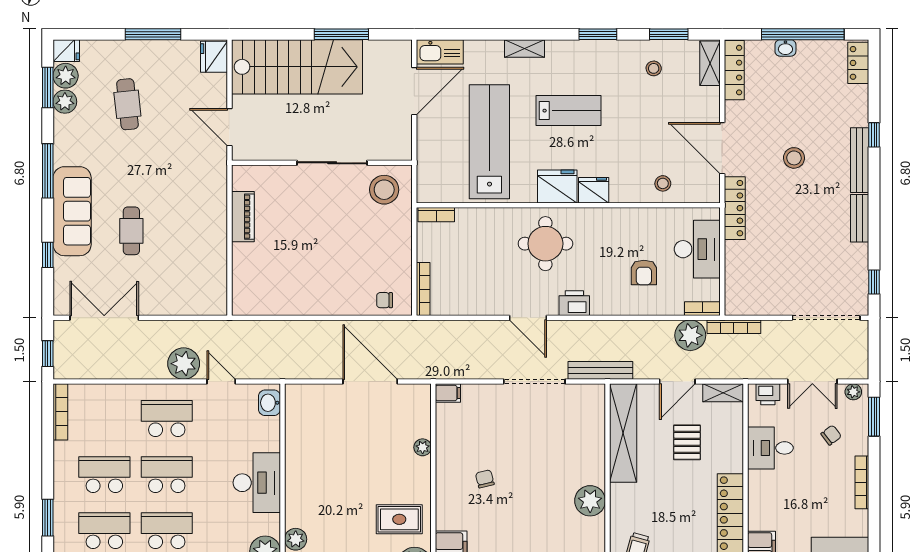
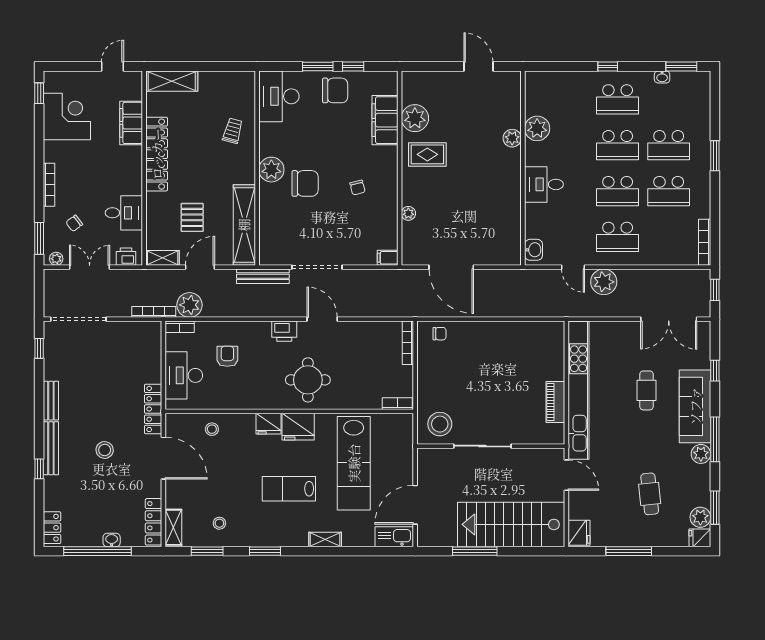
plant: (65, 102) -> (701, 454), moved
kitchen unit: (214, 231) -> (579, 390), added
desk: (257, 483) -> (544, 184), width x0.73
chair: (549, 484) -> (305, 183), added

